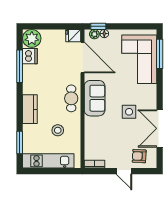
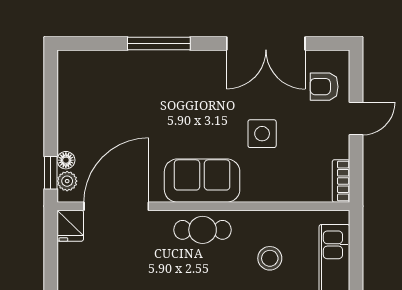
window: (160, 54) -> (159, 43), moved
corner sofa: (139, 59) -> (120, 86), removed
side table: (129, 112) -> (262, 134), moved
armchair: (139, 156) -> (324, 87), turned 87

